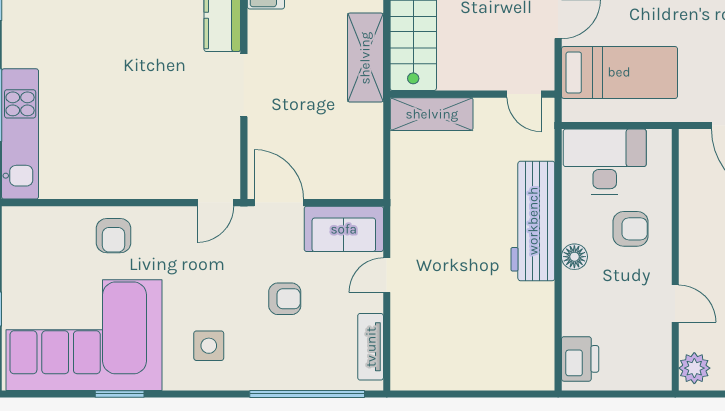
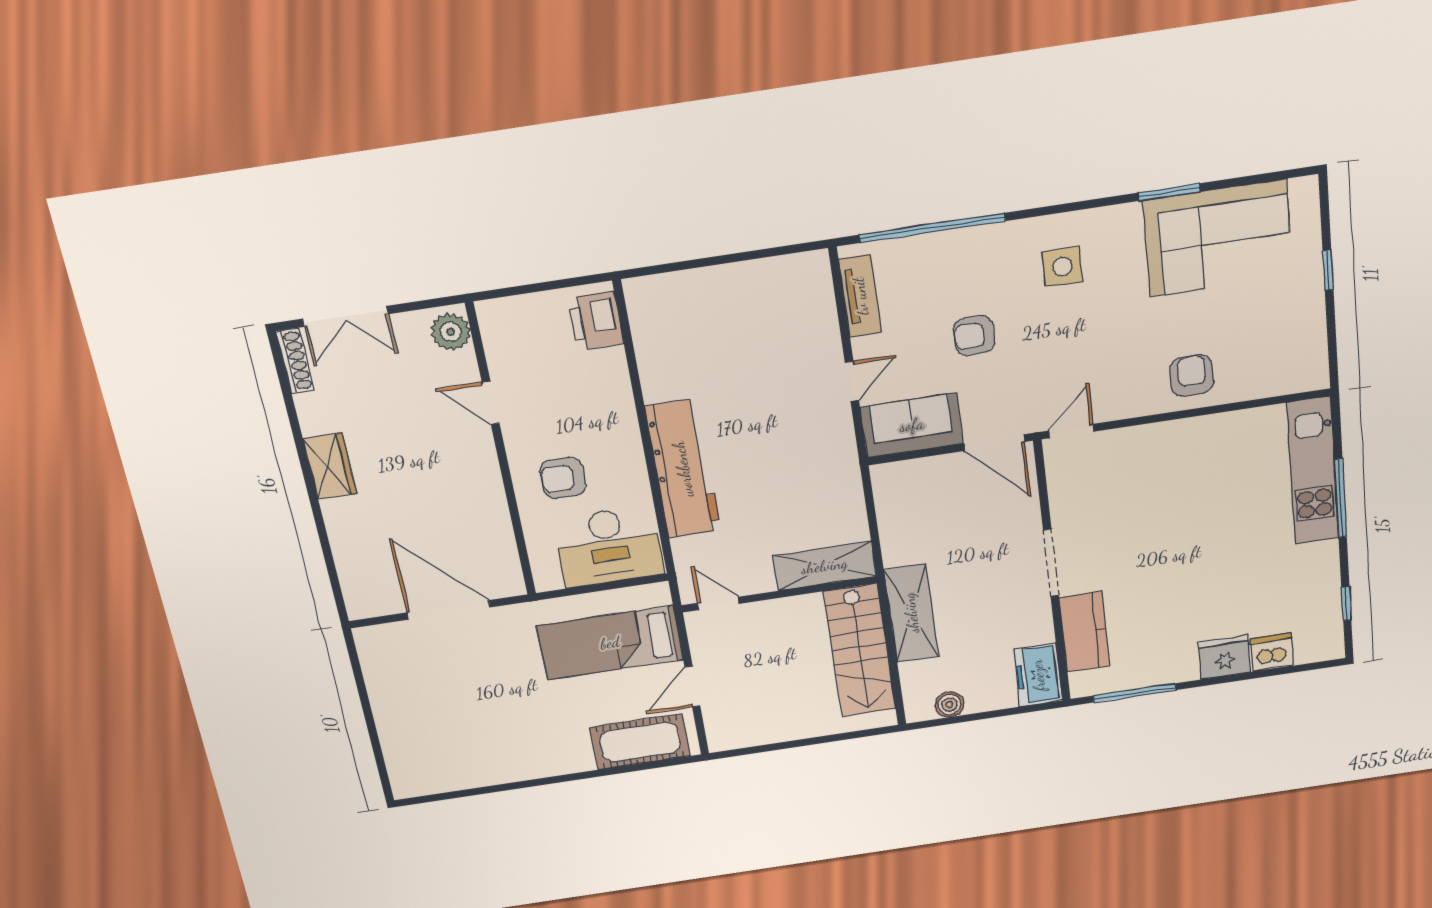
floor lamp: (574, 257) -> (625, 437), removed
corner sofa: (84, 335) -> (1218, 238), width x0.73, depth x0.74

